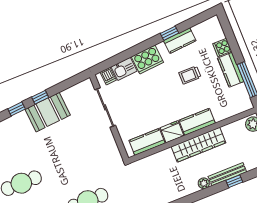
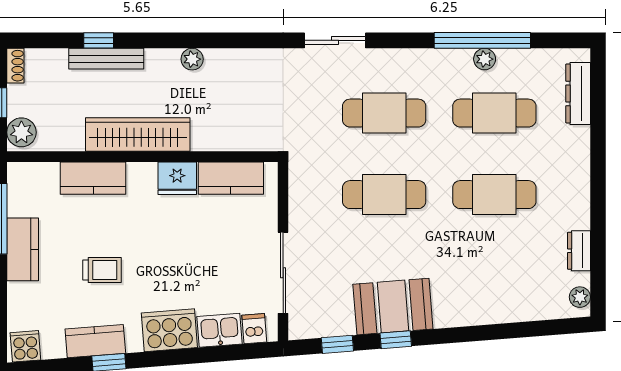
cooker: (222, 47) -> (25, 346), moved, turned -95
window: (17, 109) -> (337, 344), moved
kitchen counter: (197, 122) -> (93, 178), moved
cafe table: (73, 163) -> (384, 195), added
plant: (204, 183) -> (192, 59), moved

